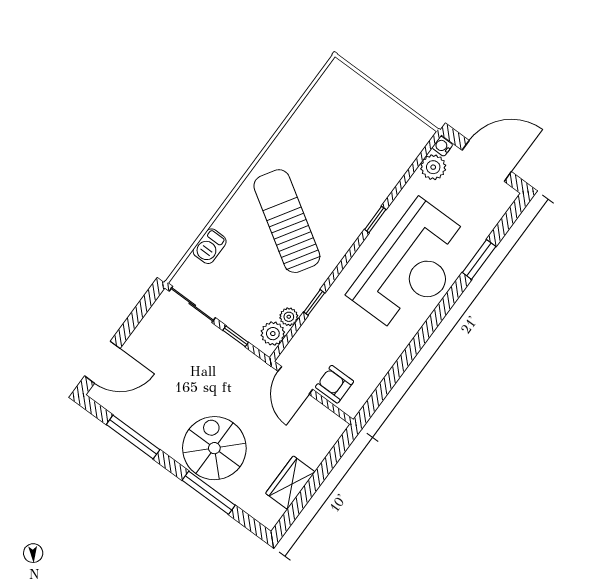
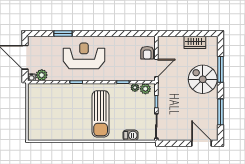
sun lounger: (287, 221) -> (101, 114), turned -32
reception desk: (412, 267) -> (84, 56), width x0.74, depth x0.77
spiral stairs: (214, 448) -> (203, 79), turned 90

